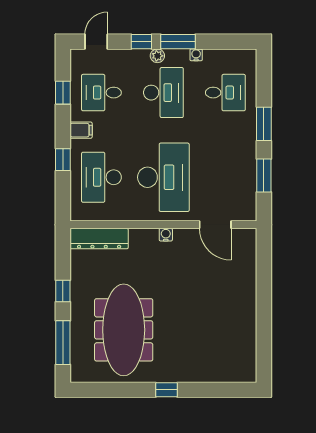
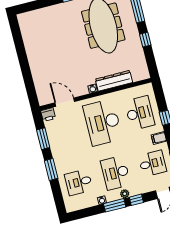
printer: (246, 212) -> (48, 115), added
dresser: (99, 239) -> (114, 81), moved

